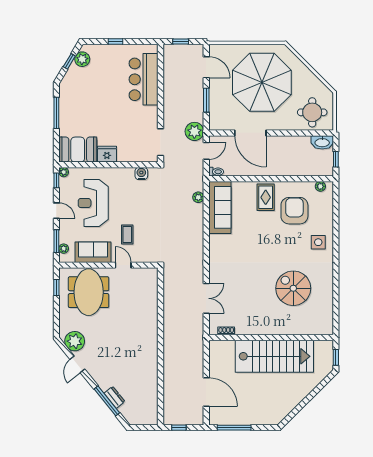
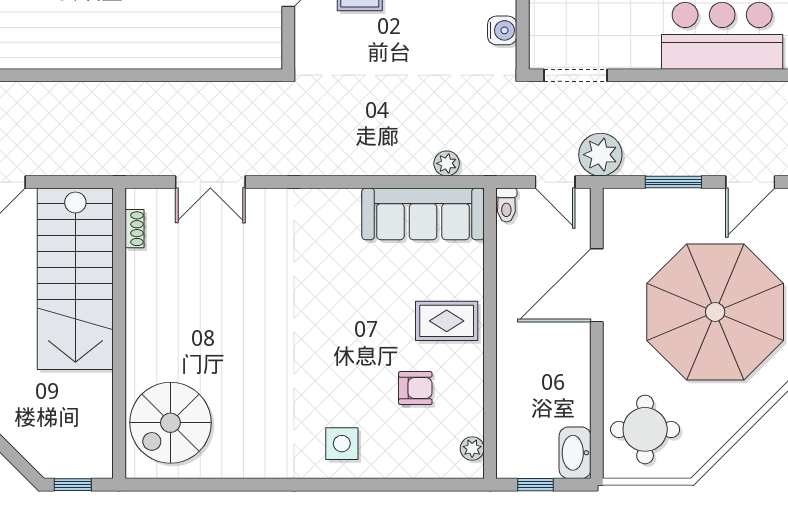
armchair: (294, 211) -> (415, 388), width x0.53, depth x0.53
spiral stairs: (293, 288) -> (170, 423), moved, turned 180
stairs: (274, 356) -> (75, 279), moved

